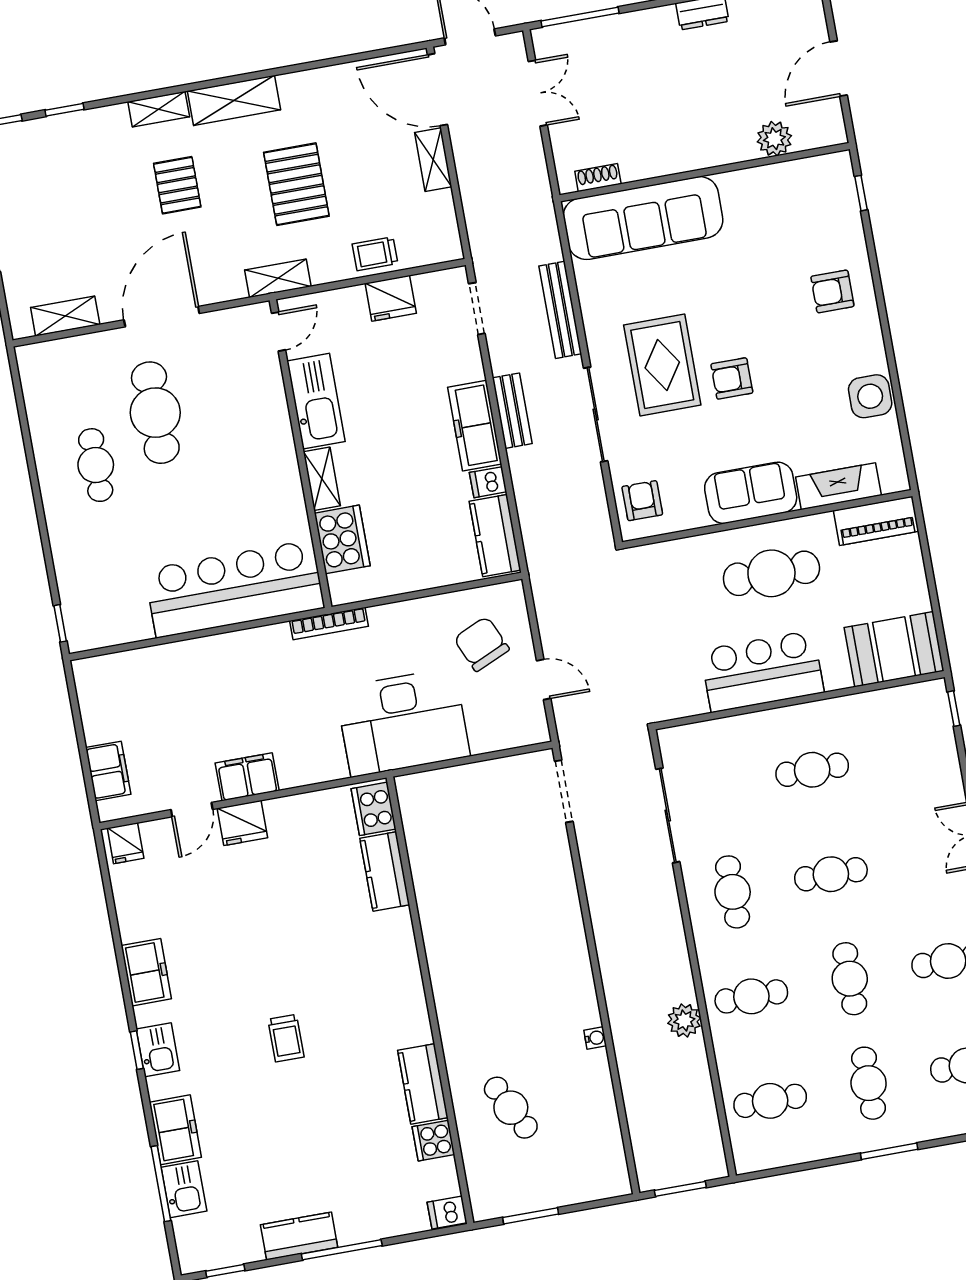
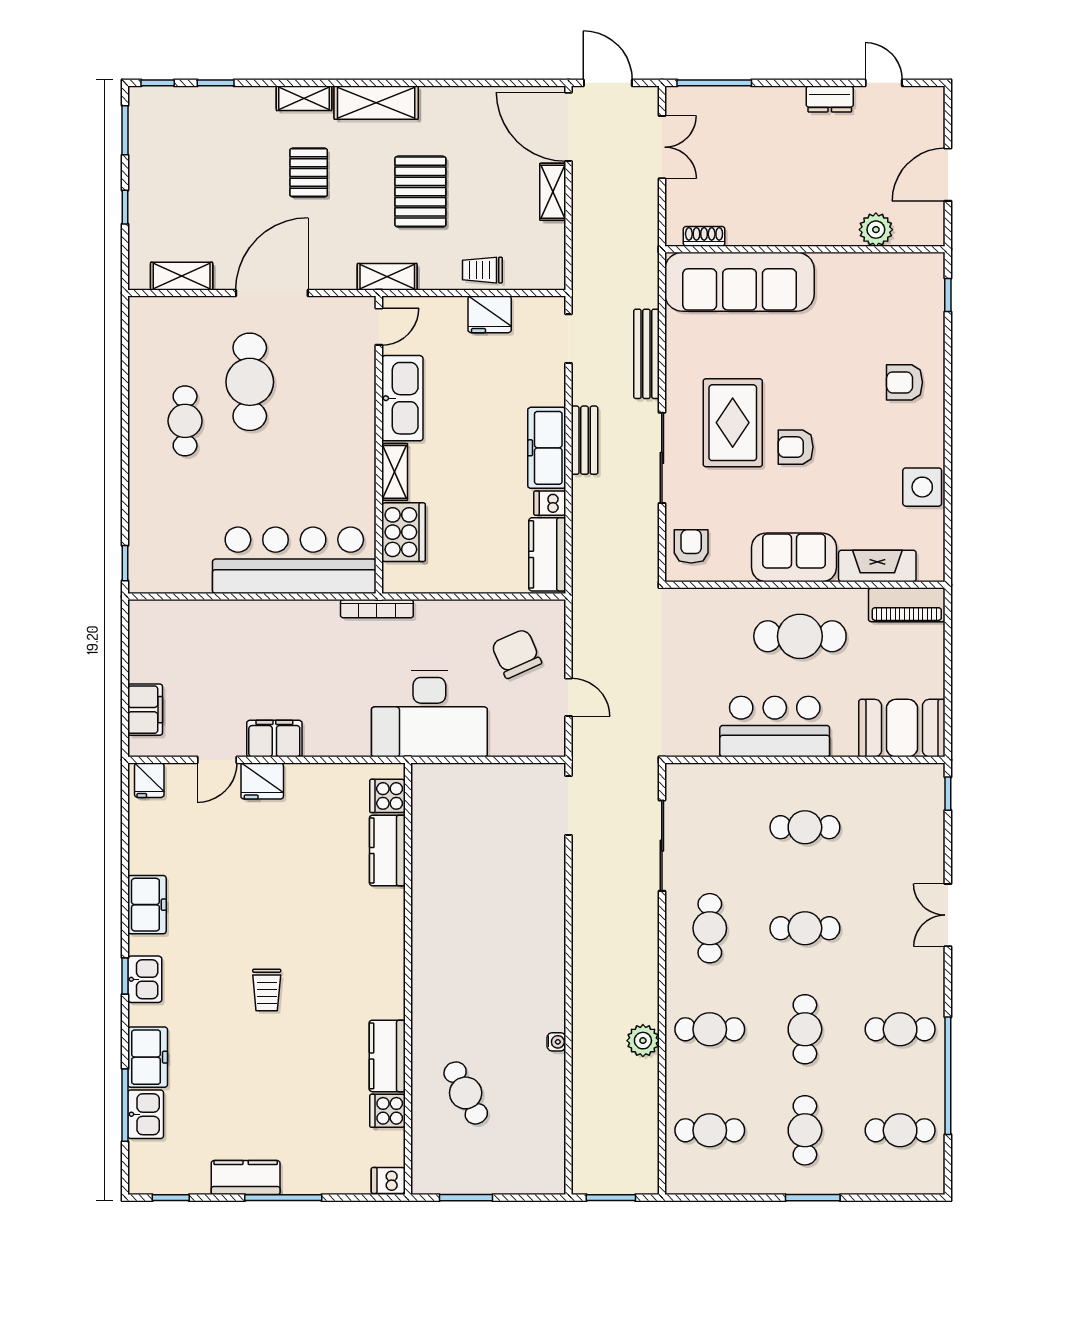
cooker: (374, 809) -> (387, 796), width x0.73

